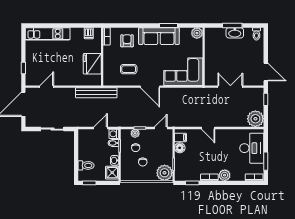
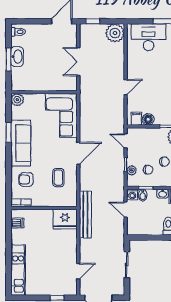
fridge: (92, 64) -> (65, 219), moved
door: (47, 87) -> (78, 271), swing flipped

